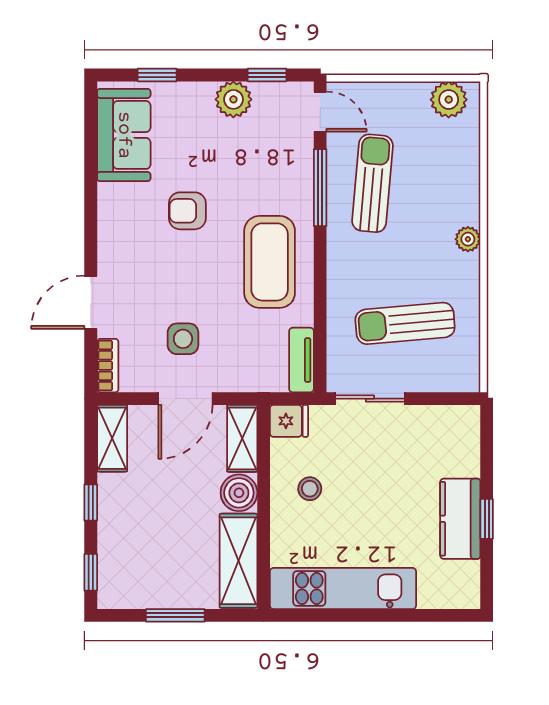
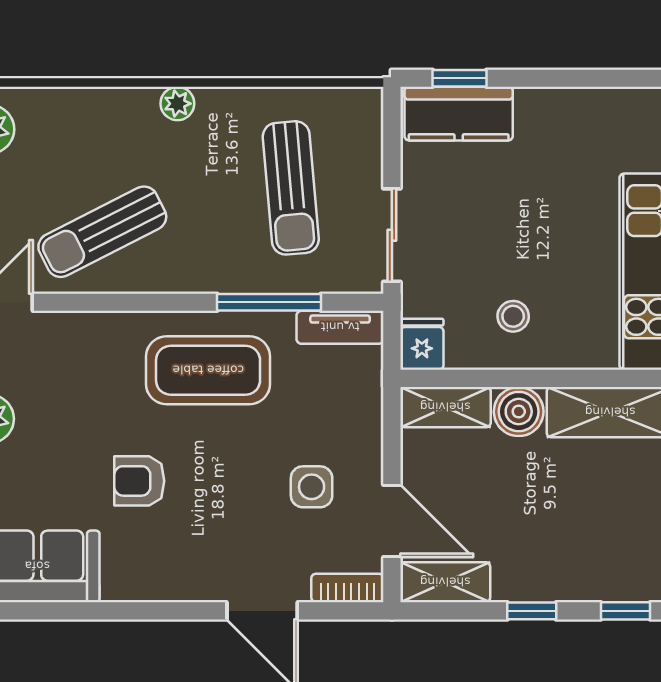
sun lounger: (373, 183) -> (102, 232), turned -32
window: (320, 188) -> (269, 302), moved
armchair: (187, 211) -> (139, 481), turned 90
door: (186, 399) -> (392, 521), moved
kitchen counter: (460, 519) -> (459, 114), moved
window: (487, 519) -> (459, 78), moved

